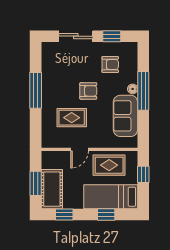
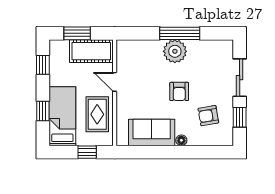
armchair: (110, 64) -> (208, 116), turned 80
window: (143, 91) -> (179, 152), removed
plant: (52, 95) -> (175, 51), added
rug: (72, 118) -> (150, 73), removed
cot: (52, 189) -> (91, 51), moved

